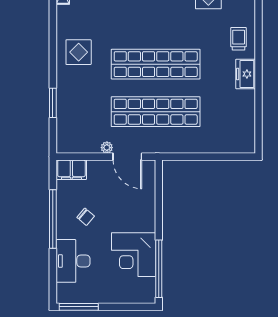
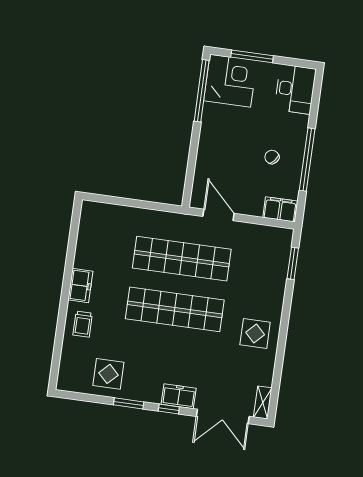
window: (53, 103) -> (293, 263), moved
plant: (107, 148) -> (239, 228), removed
corner desk: (134, 255) -> (230, 81), moved
desk: (73, 261) -> (295, 89), moved
window: (79, 307) -> (252, 56), moved

